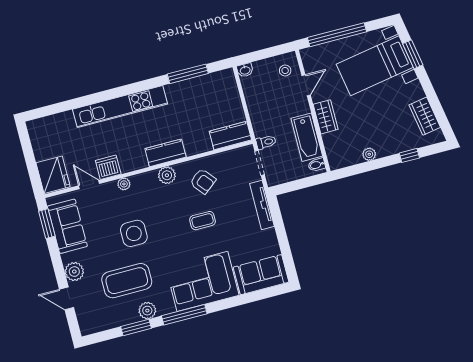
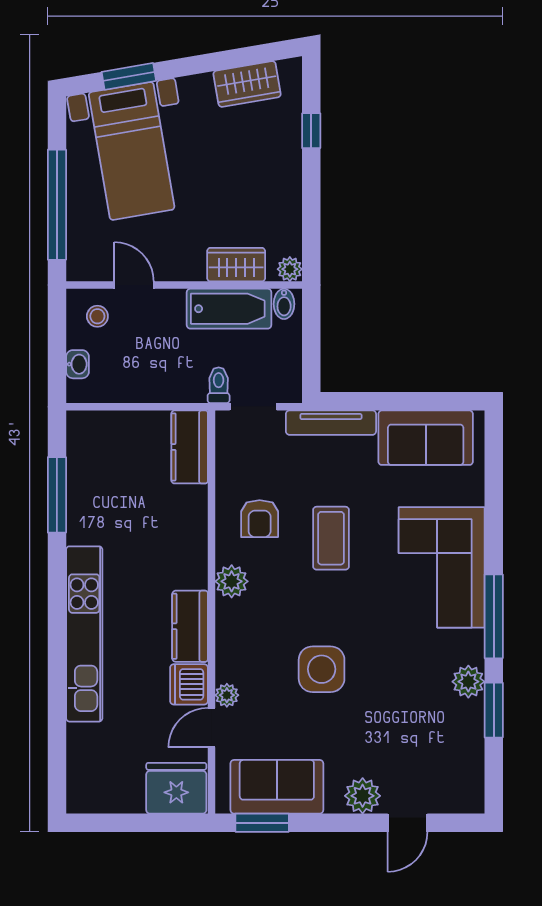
washbasin: (245, 70) -> (77, 364), moved
wardrobe: (326, 117) -> (236, 265), moved
kitchen counter: (165, 153) -> (190, 626), moved
plant: (369, 154) -> (290, 269), moved
armchair: (203, 181) -> (260, 519), turned 129
plant: (124, 184) -> (227, 695), moved
coffee table: (203, 221) -> (331, 538), width x1.36, depth x1.30
sofa: (261, 275) -> (426, 438), moved, turned -90
coffee table: (127, 281) -> (404, 705), removed

